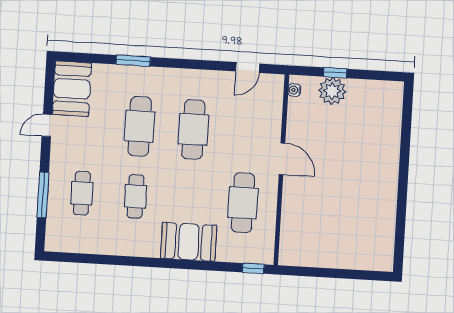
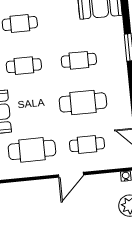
cafe table: (140, 126) -> (79, 60), width x0.73, depth x0.74
cafe table: (247, 133) -> (87, 145), added

